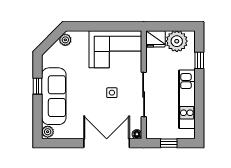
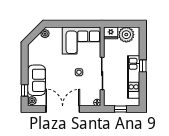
window: (199, 60) -> (143, 66), moved
window: (37, 86) -> (25, 90), moved
sofa: (54, 96) -> (37, 80), width x0.73
double door: (107, 143) -> (63, 109), moved

